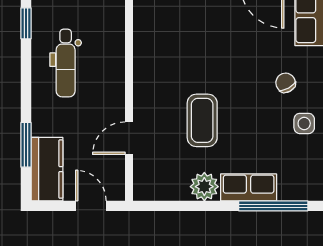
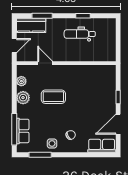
window: (26, 23) -> (83, 16), moved
row of seats: (249, 187) -> (23, 131), moved
plant: (168, 190) -> (21, 81), added

